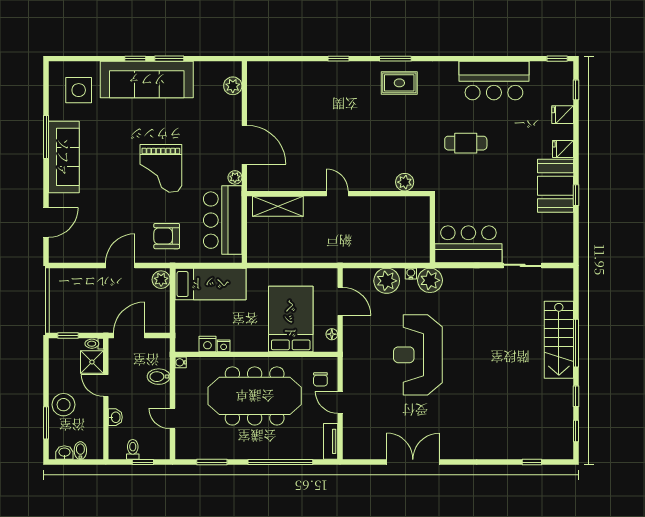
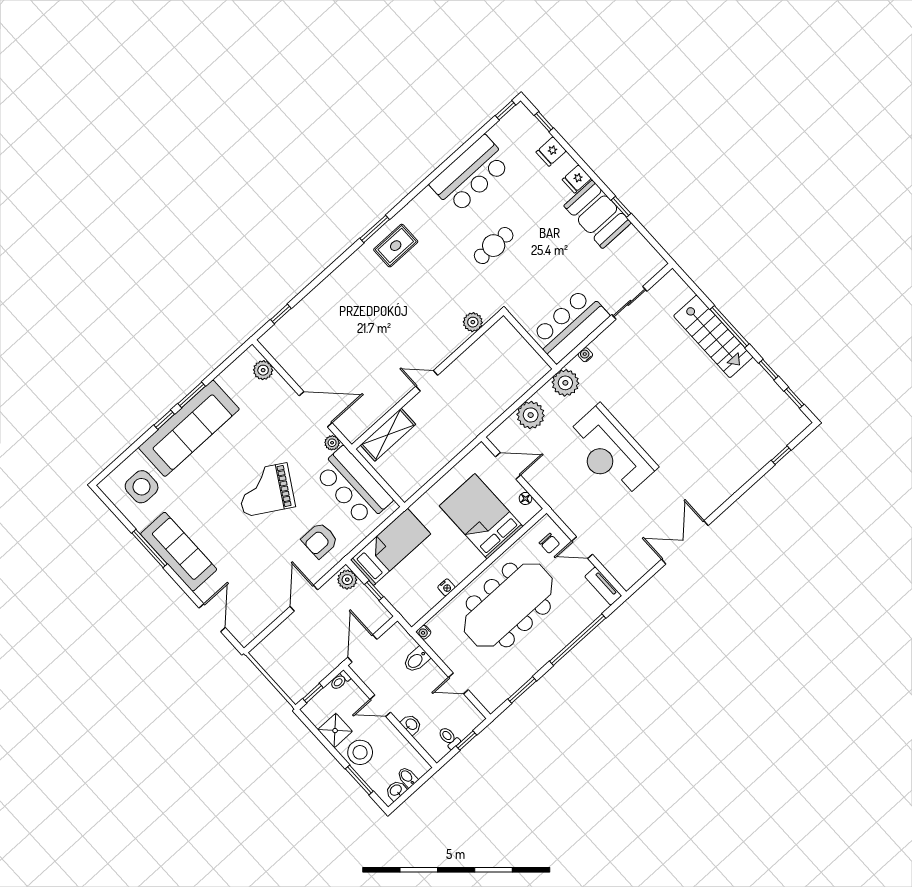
window: (338, 59) -> (281, 314), moved
grand piano: (161, 168) -> (265, 490), turned 121
water cooler: (411, 274) -> (585, 355), moved
window: (173, 303) -> (374, 590), added
nightstand: (207, 344) -> (432, 598), removed
shower: (92, 362) -> (335, 731), moved

